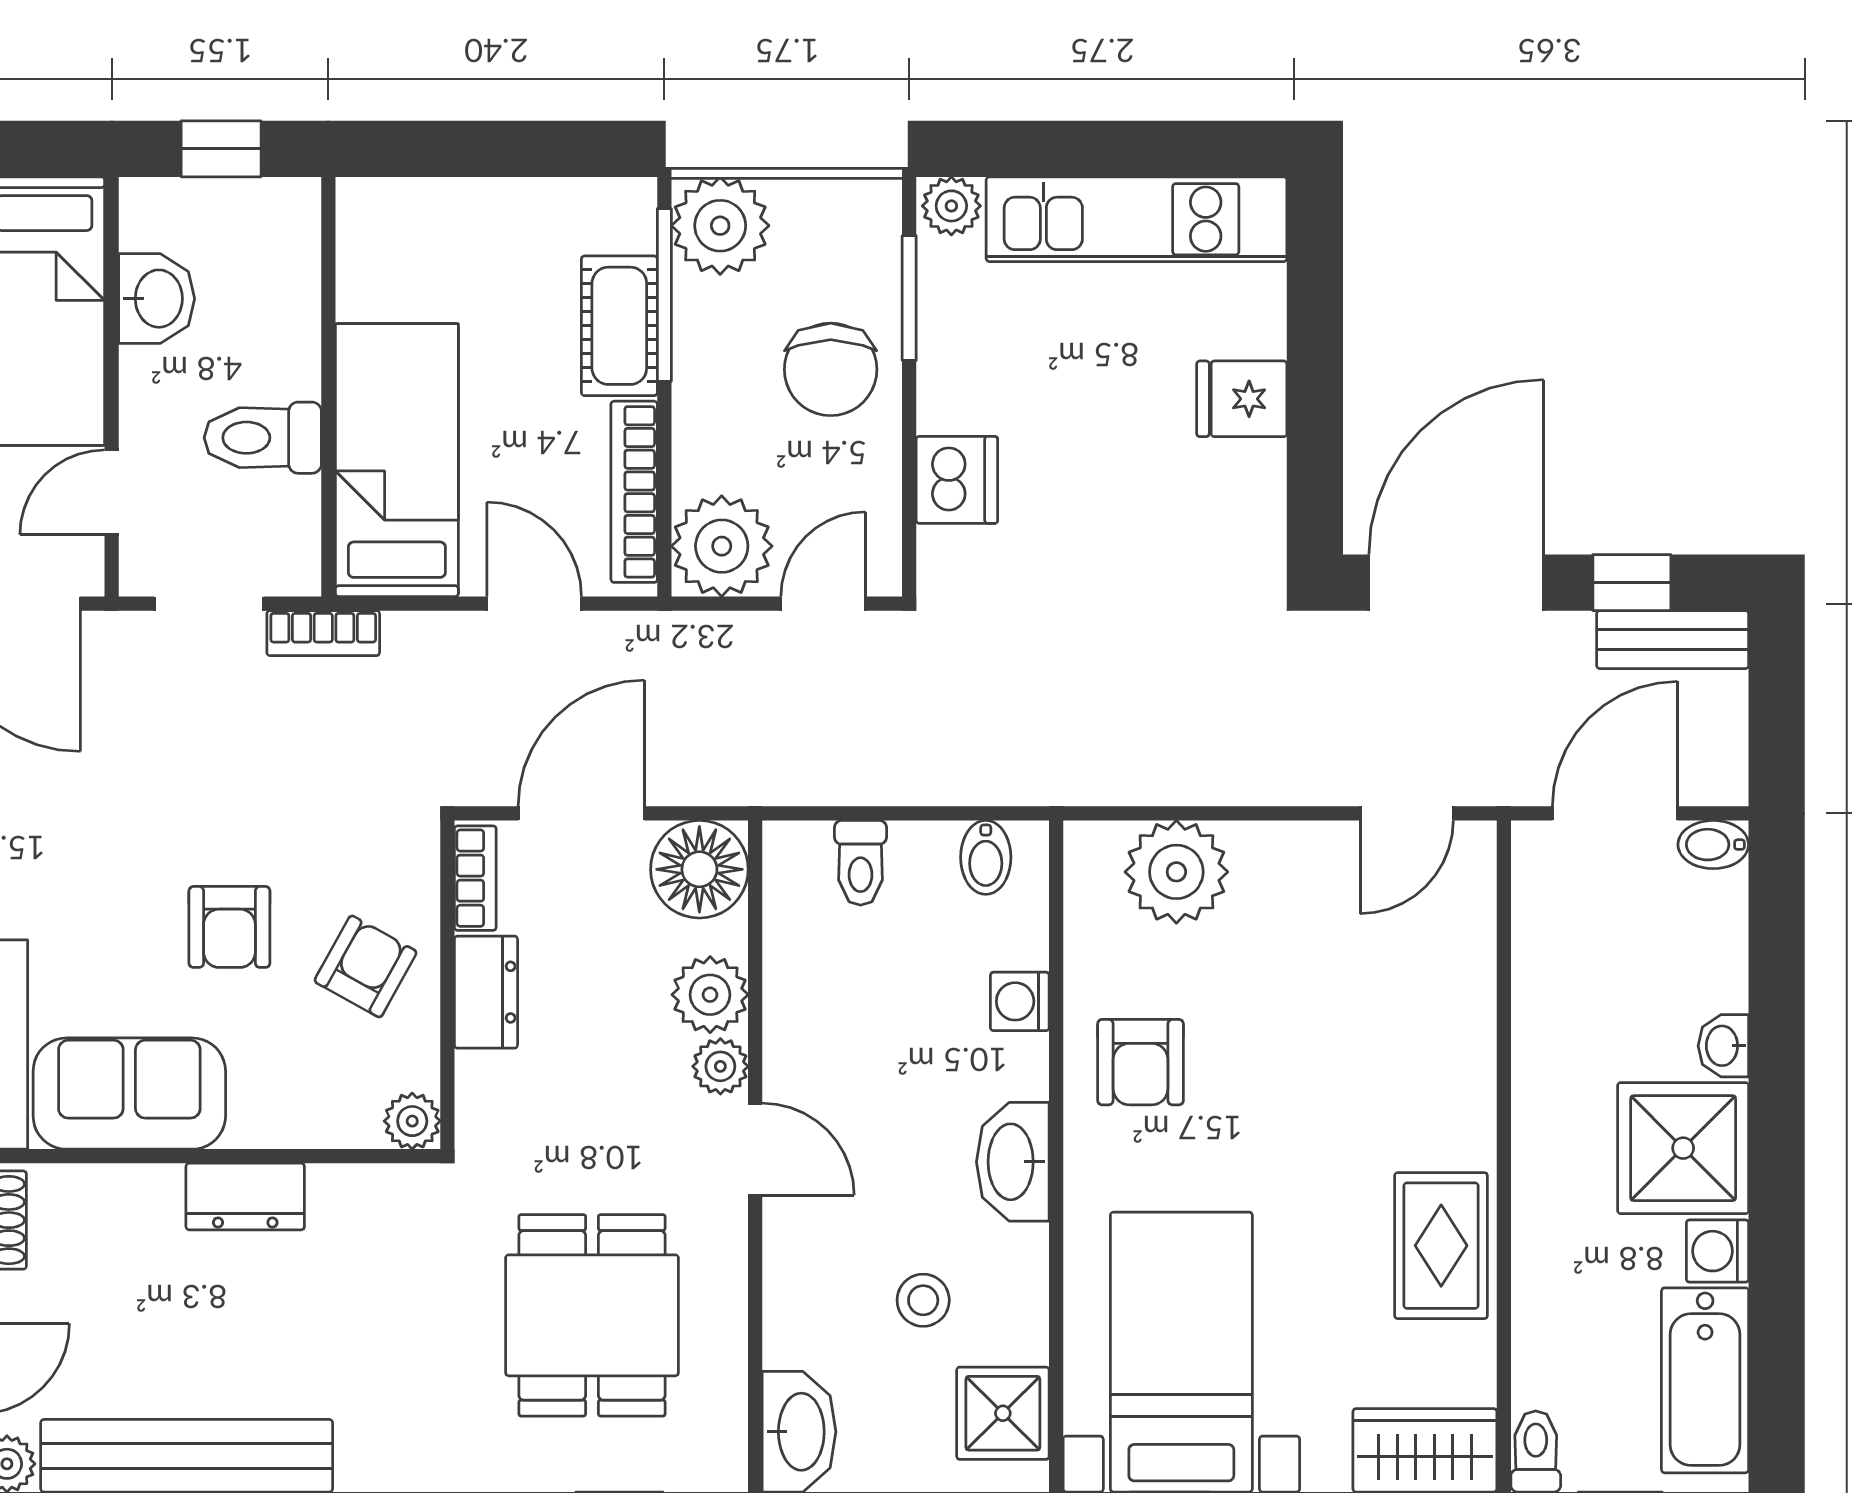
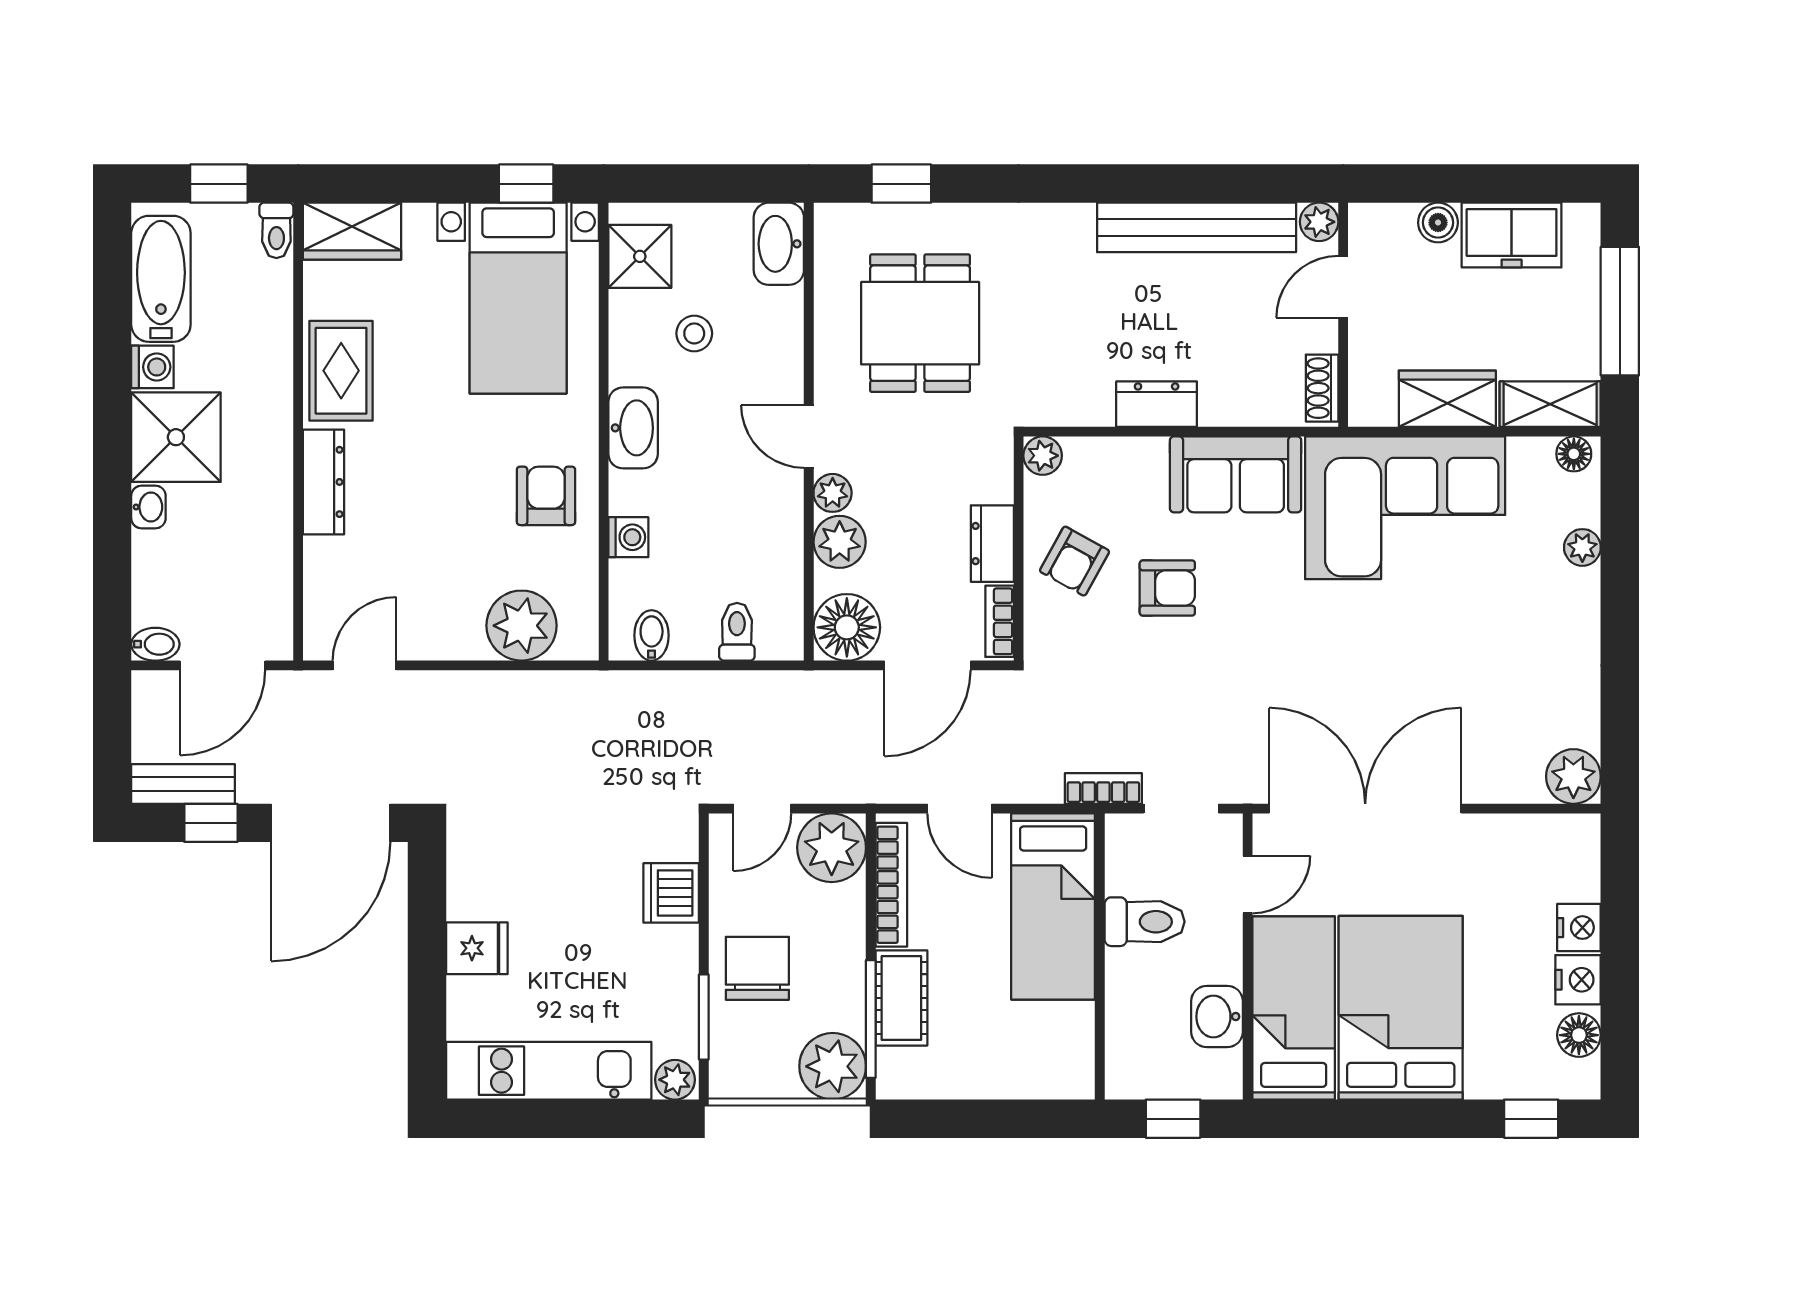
armchair: (229, 927) -> (1167, 588), turned 90
dresser: (1467, 1082) -> (324, 482), added

